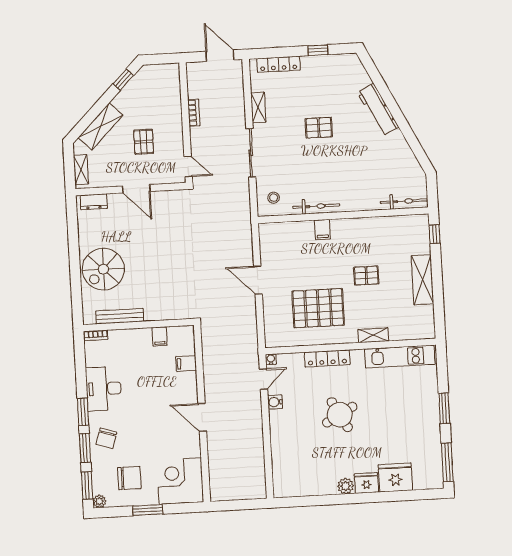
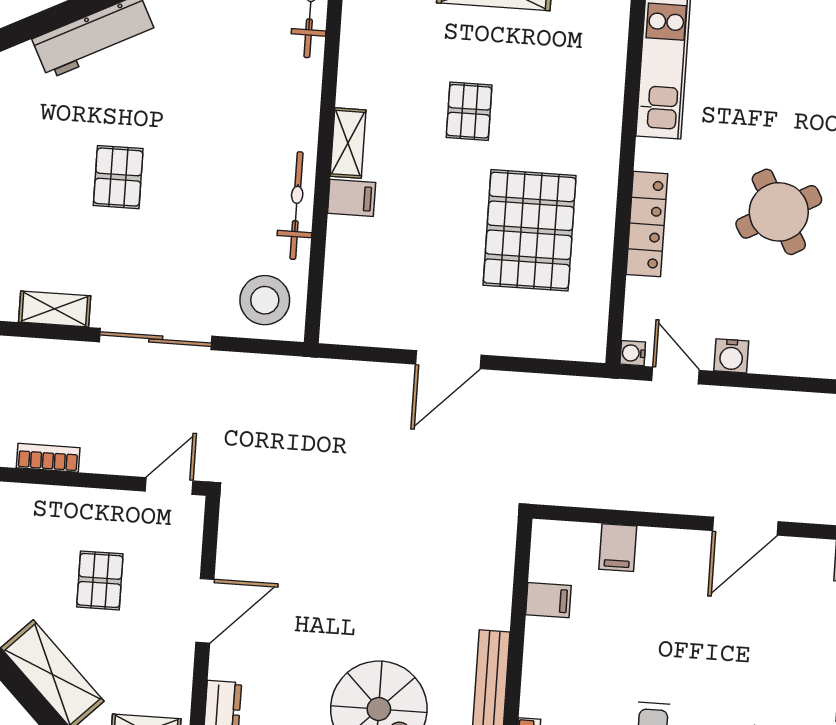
pallet: (144, 142) -> (100, 580), turned 90
stool: (274, 198) -> (265, 300), width x1.89, depth x1.89
shelving: (373, 335) -> (348, 143), moved

